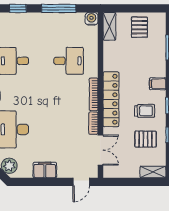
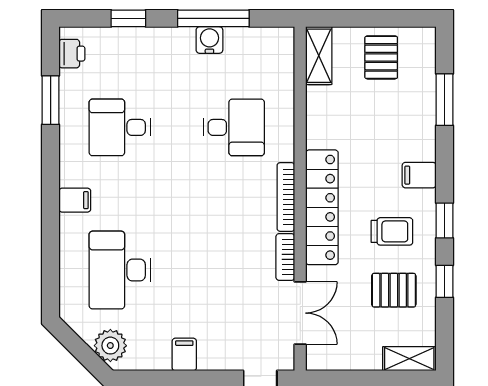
water cooler: (91, 19) -> (209, 40), moved
filing cabinet: (45, 170) -> (184, 354), width x0.50

